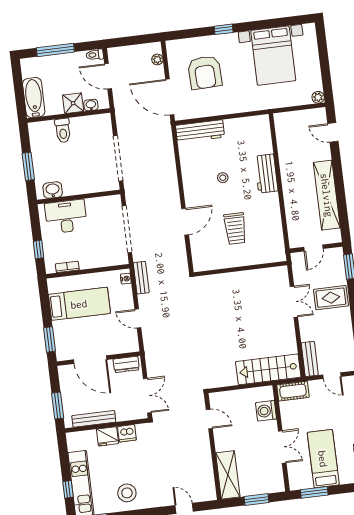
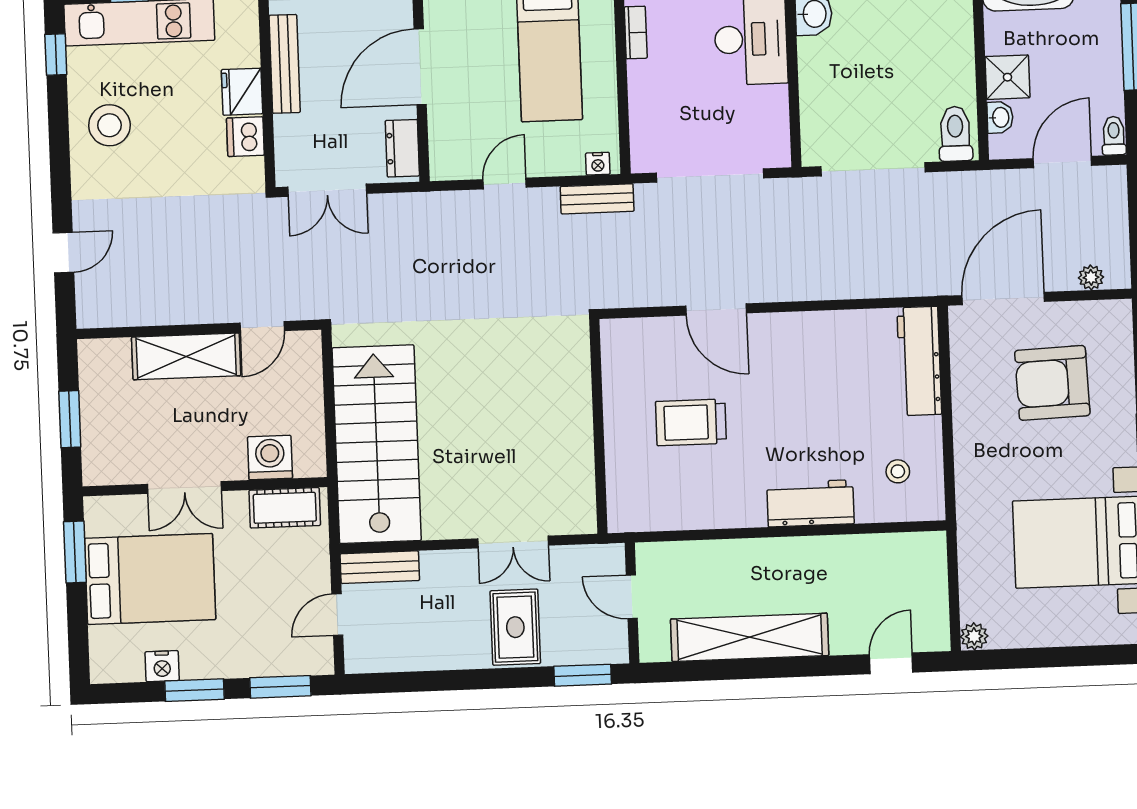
toilet: (63, 130) -> (955, 134), moved, turned 90
stool: (223, 178) -> (898, 471), moved
stairs: (268, 369) -> (377, 444), width x1.36, depth x1.51
cot: (293, 391) -> (285, 508), moved, turned 90
bed: (323, 459) -> (150, 579), width x1.50
shelving: (228, 475) -> (186, 356), moved

